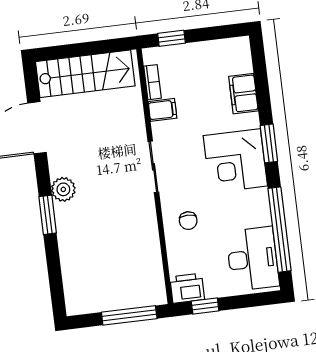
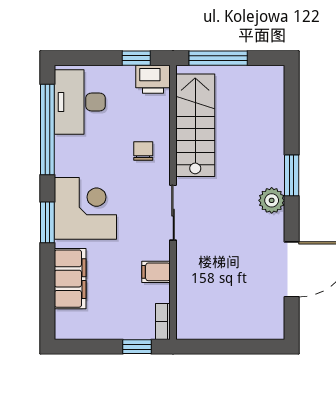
stairs: (85, 74) -> (195, 125), moved, turned 90
bookcase: (153, 82) -> (163, 322), moved
filing cabinet: (243, 94) -> (70, 279), width x1.50, depth x1.17

